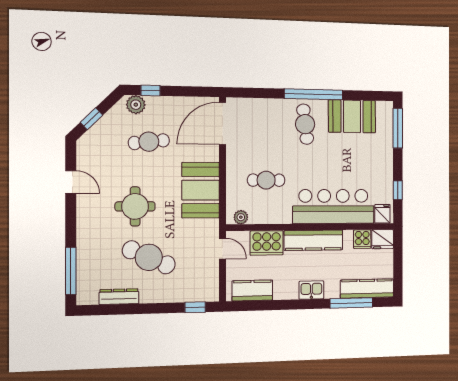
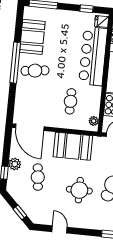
plant: (136, 105) -> (15, 164), moved
door: (71, 182) -> (60, 229), hinge flipped

